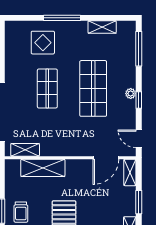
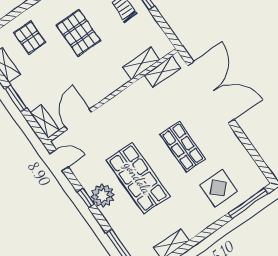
window: (62, 18) -> (248, 203), moved
plant: (131, 94) -> (103, 196), width x1.88, depth x1.88
shelving: (43, 168) -> (141, 63), width x0.67, depth x0.75

